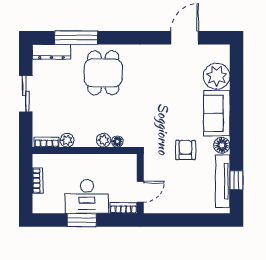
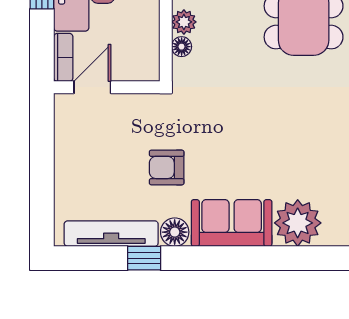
armchair: (185, 150) -> (167, 167), turned 180
window: (236, 180) -> (144, 258), moved
door: (140, 192) -> (92, 87), swing flipped

